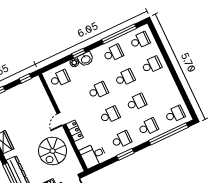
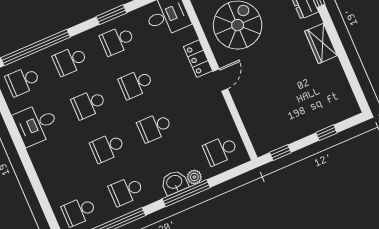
window: (79, 53) -> (186, 193), width x2.17
school desk: (152, 65) -> (60, 168), removed
desk: (166, 90) -> (36, 124), added

